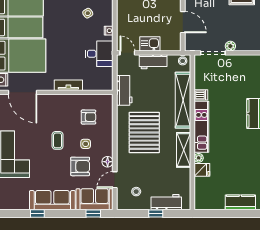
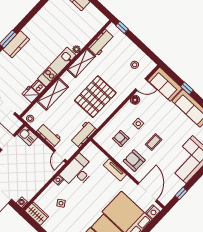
kitchen sink: (150, 44) -> (27, 136), moved
desk: (99, 54) -> (78, 171), width x1.37
shelving: (183, 100) -> (53, 94), width x0.68
armchair: (80, 166) -> (134, 161), moved
fridge: (202, 170) -> (30, 94), moved
workbench: (166, 202) -> (101, 43), moved, turned -90
window: (93, 213) -> (187, 88), moved
window: (156, 213) -> (122, 27), moved

